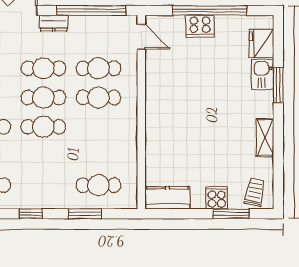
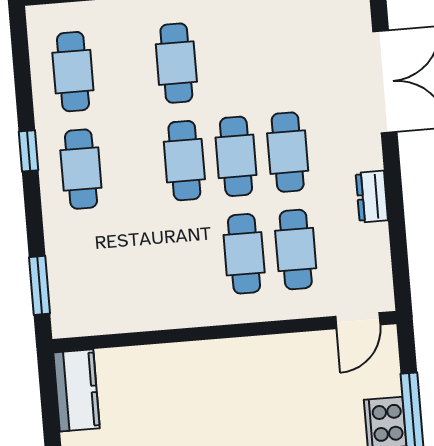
window: (91, 11) -> (397, 228), removed
dresser: (54, 23) -> (372, 197), moved
cafe table: (98, 185) -> (81, 169), moved
window: (85, 214) -> (40, 285), moved

